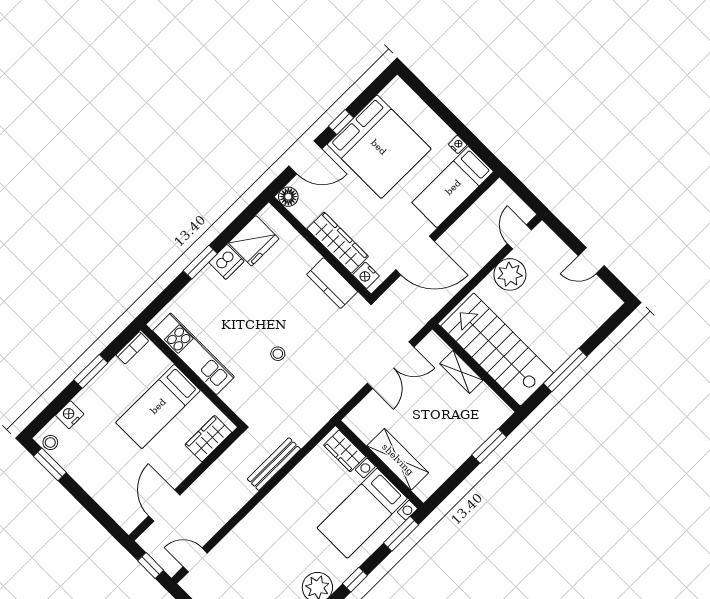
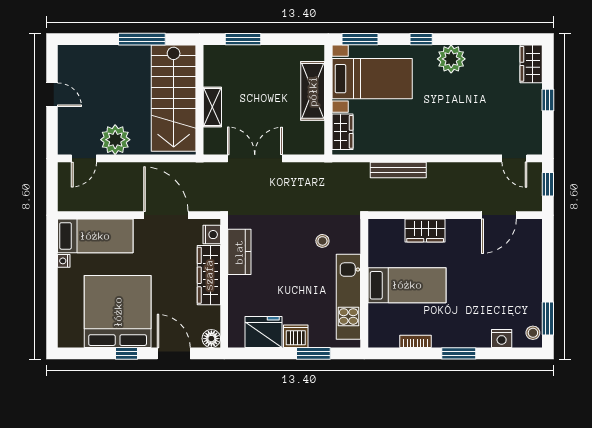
kitchen unit: (193, 354) -> (348, 297), moved
wall: (192, 376) -> (364, 283), moved
bed: (158, 406) -> (407, 285), moved

